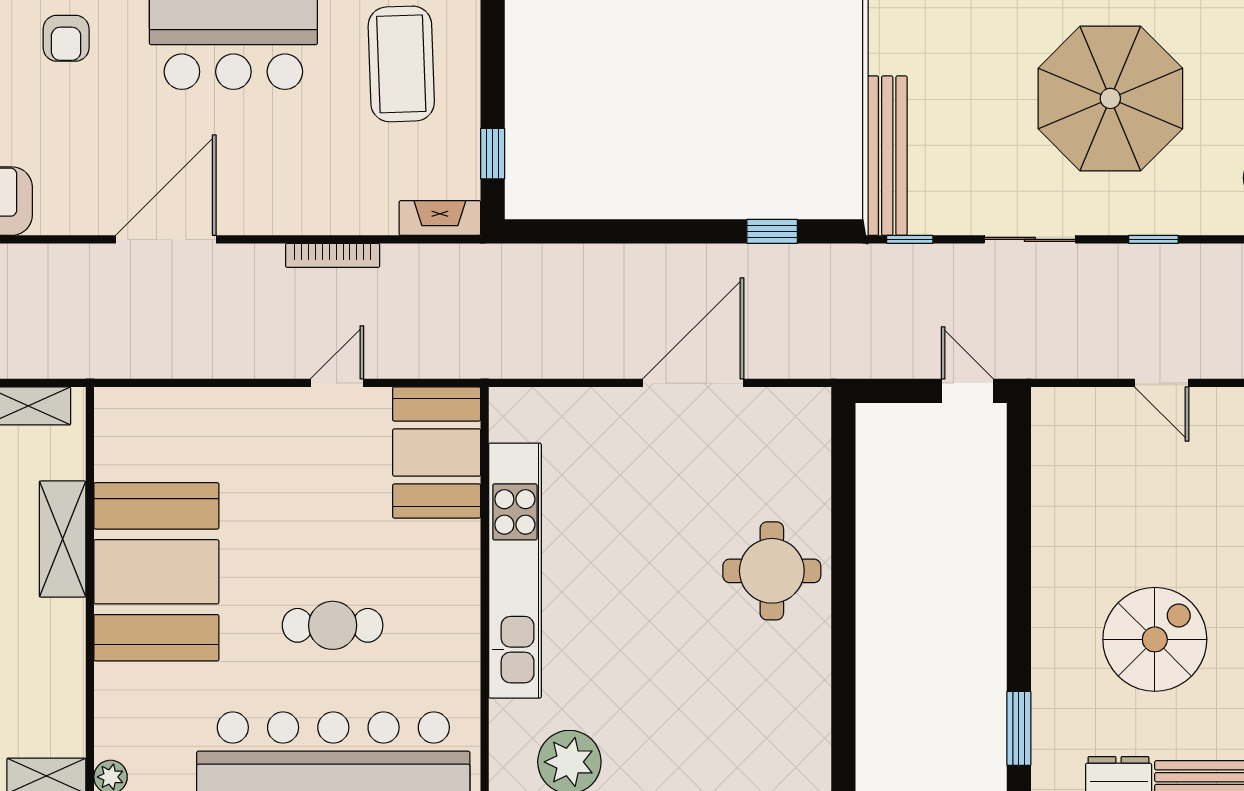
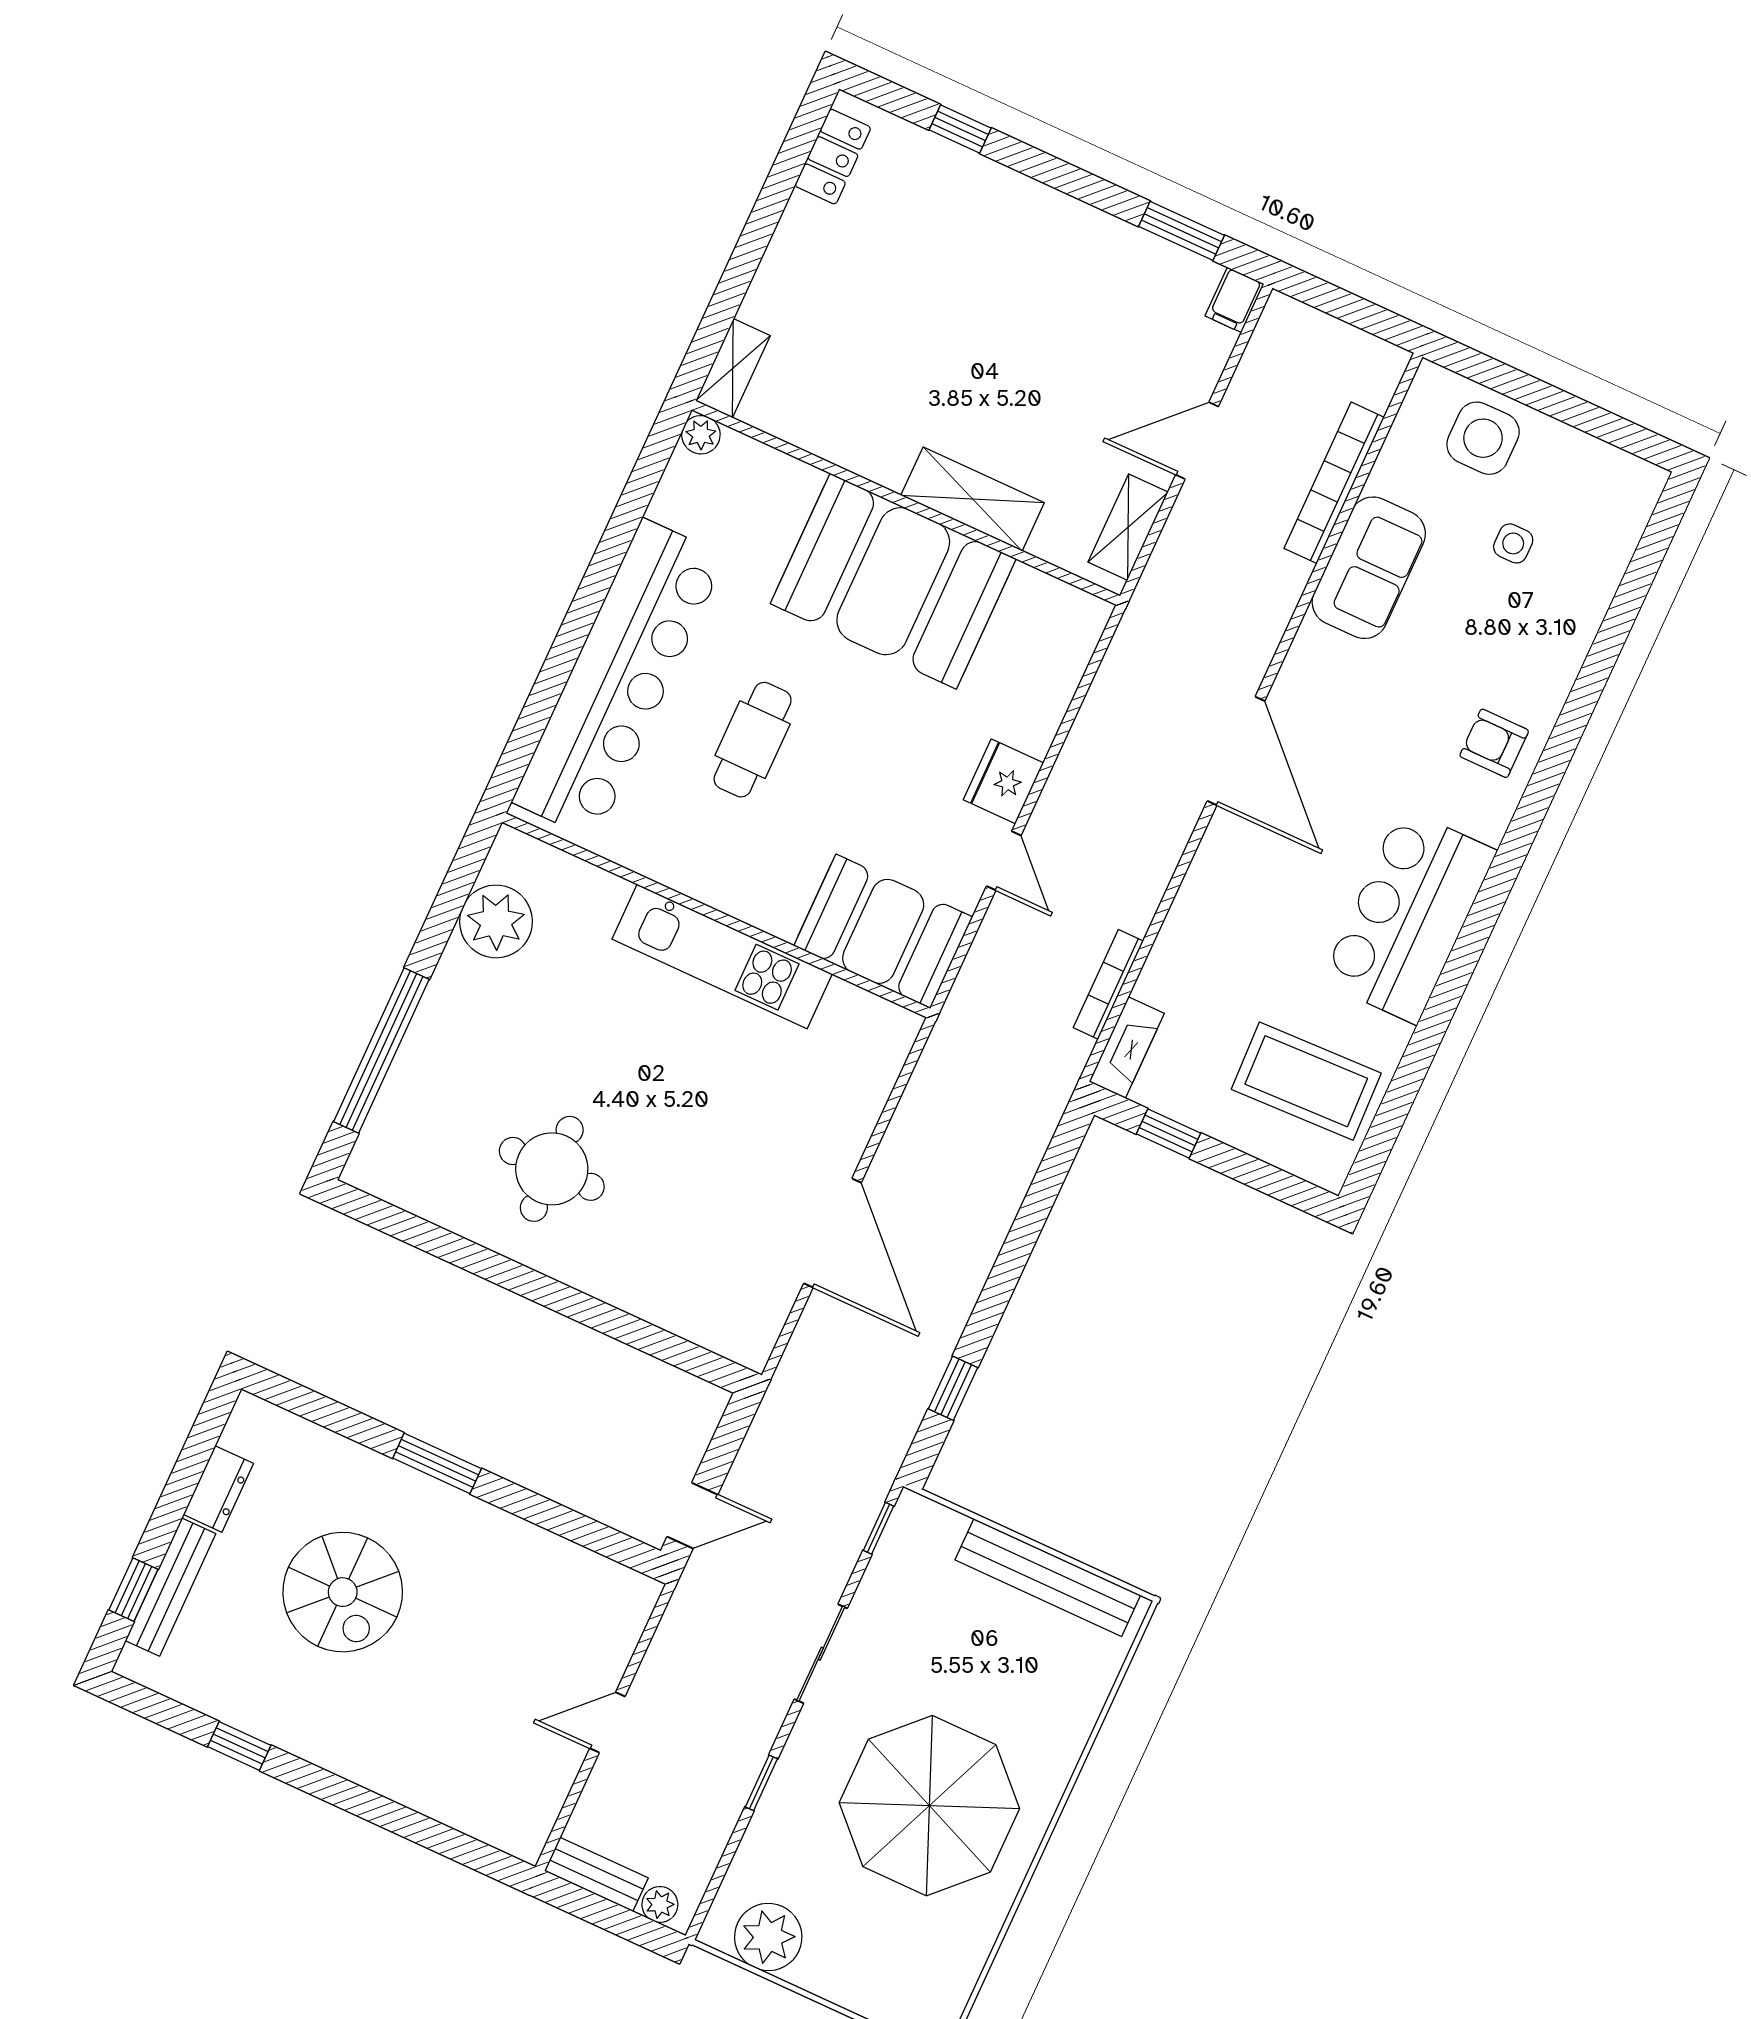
bench: (887, 156) -> (1048, 1578), moved
bookcase: (333, 255) -> (1108, 984), moved
fridge: (274, 412) -> (1003, 781), added
kitchen unit: (515, 571) -> (722, 956), width x0.73
round table: (772, 571) -> (552, 1169), moved
window: (1019, 728) -> (437, 1463), moved

